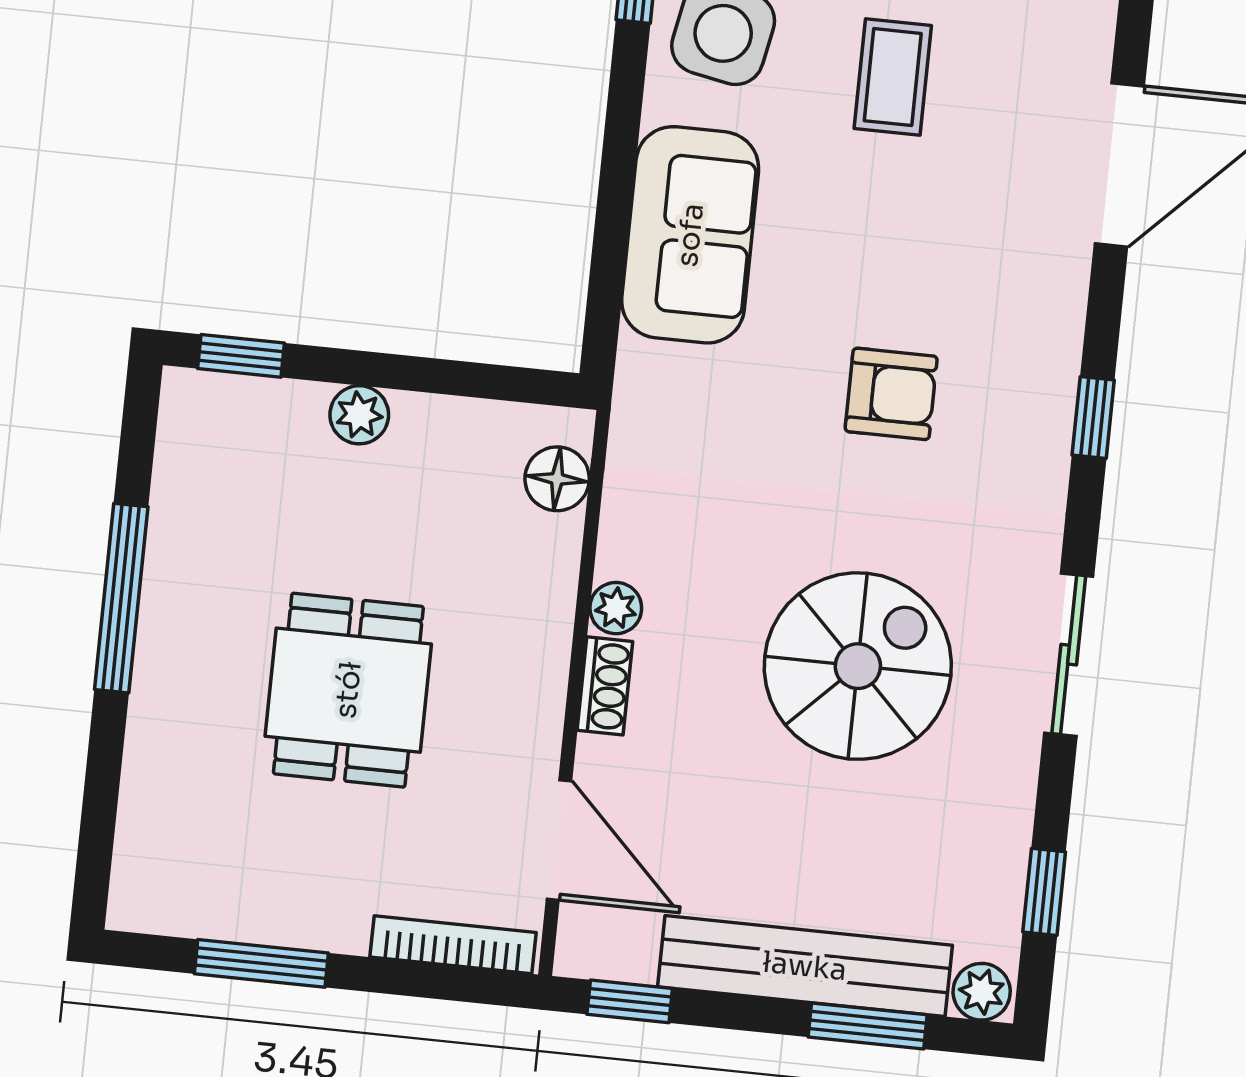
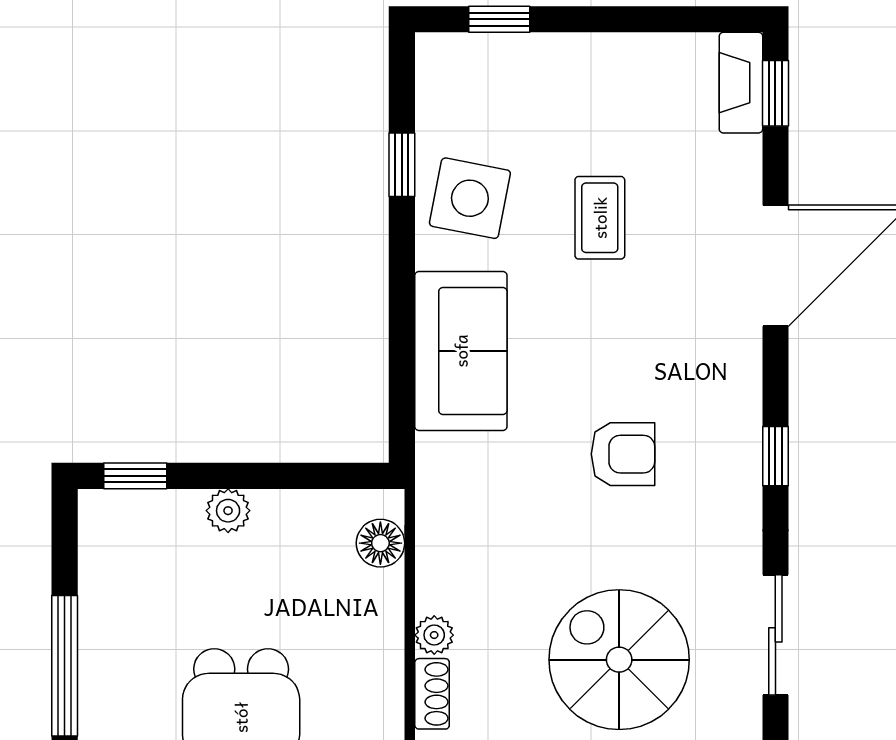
spiral stairs: (858, 666) -> (619, 660), turned -90

